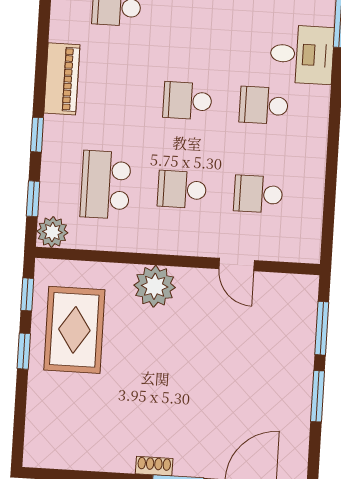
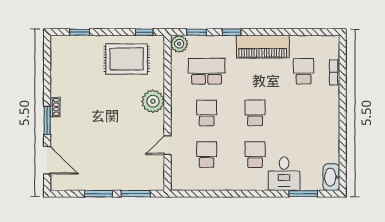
piano: (62, 79) -> (263, 47), width x1.37, depth x1.33
window: (24, 351) -> (80, 32), moved

